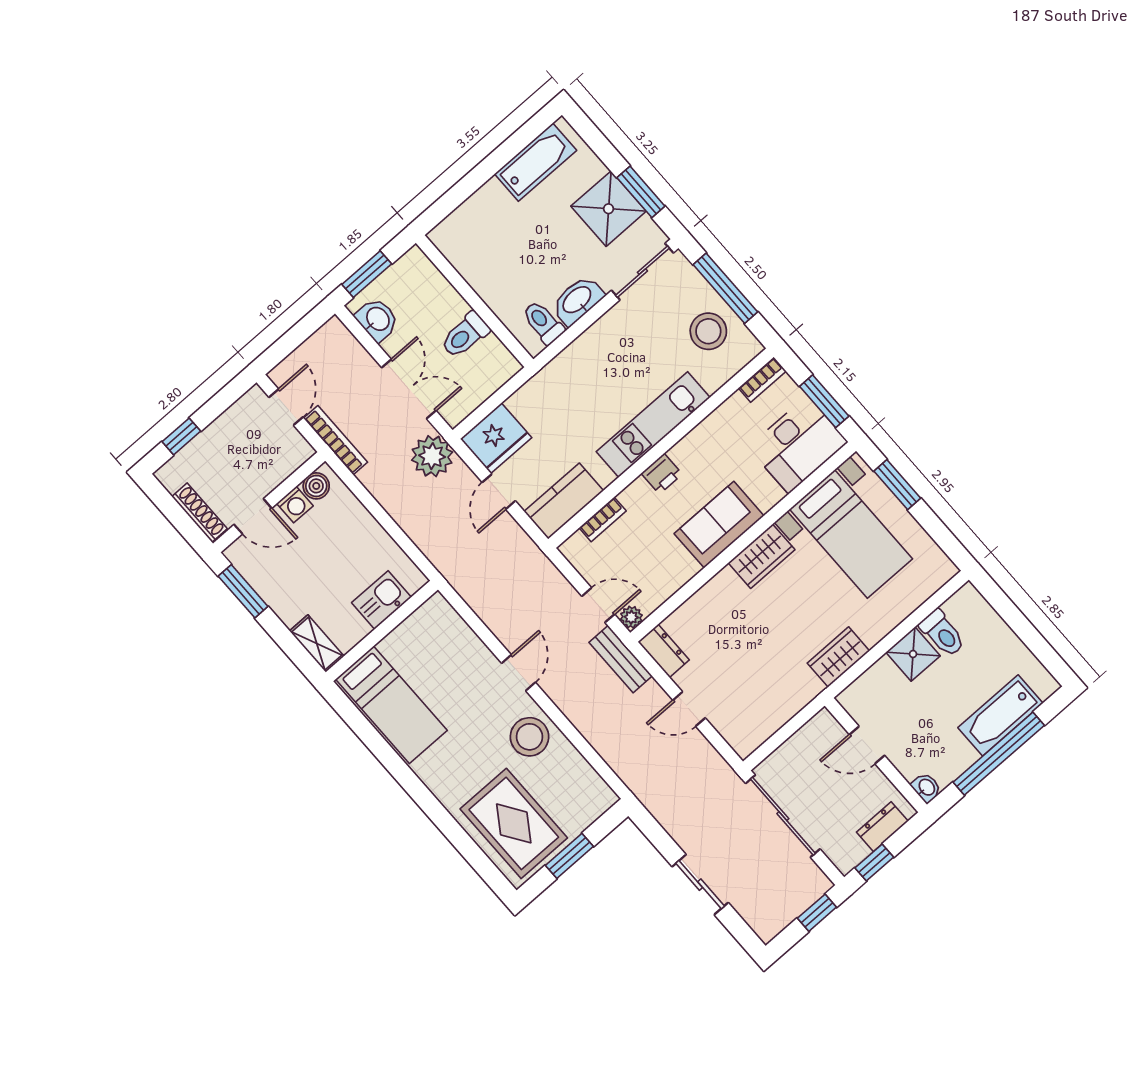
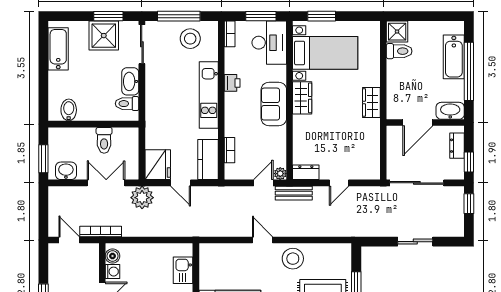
bidet: (464, 250) -> (69, 110), added
printer: (662, 474) -> (232, 83), moved
shower: (913, 654) -> (397, 32), moved
door: (867, 745) -> (418, 123), width x1.38
washbasin: (926, 788) -> (450, 111), width x1.91, depth x1.45

